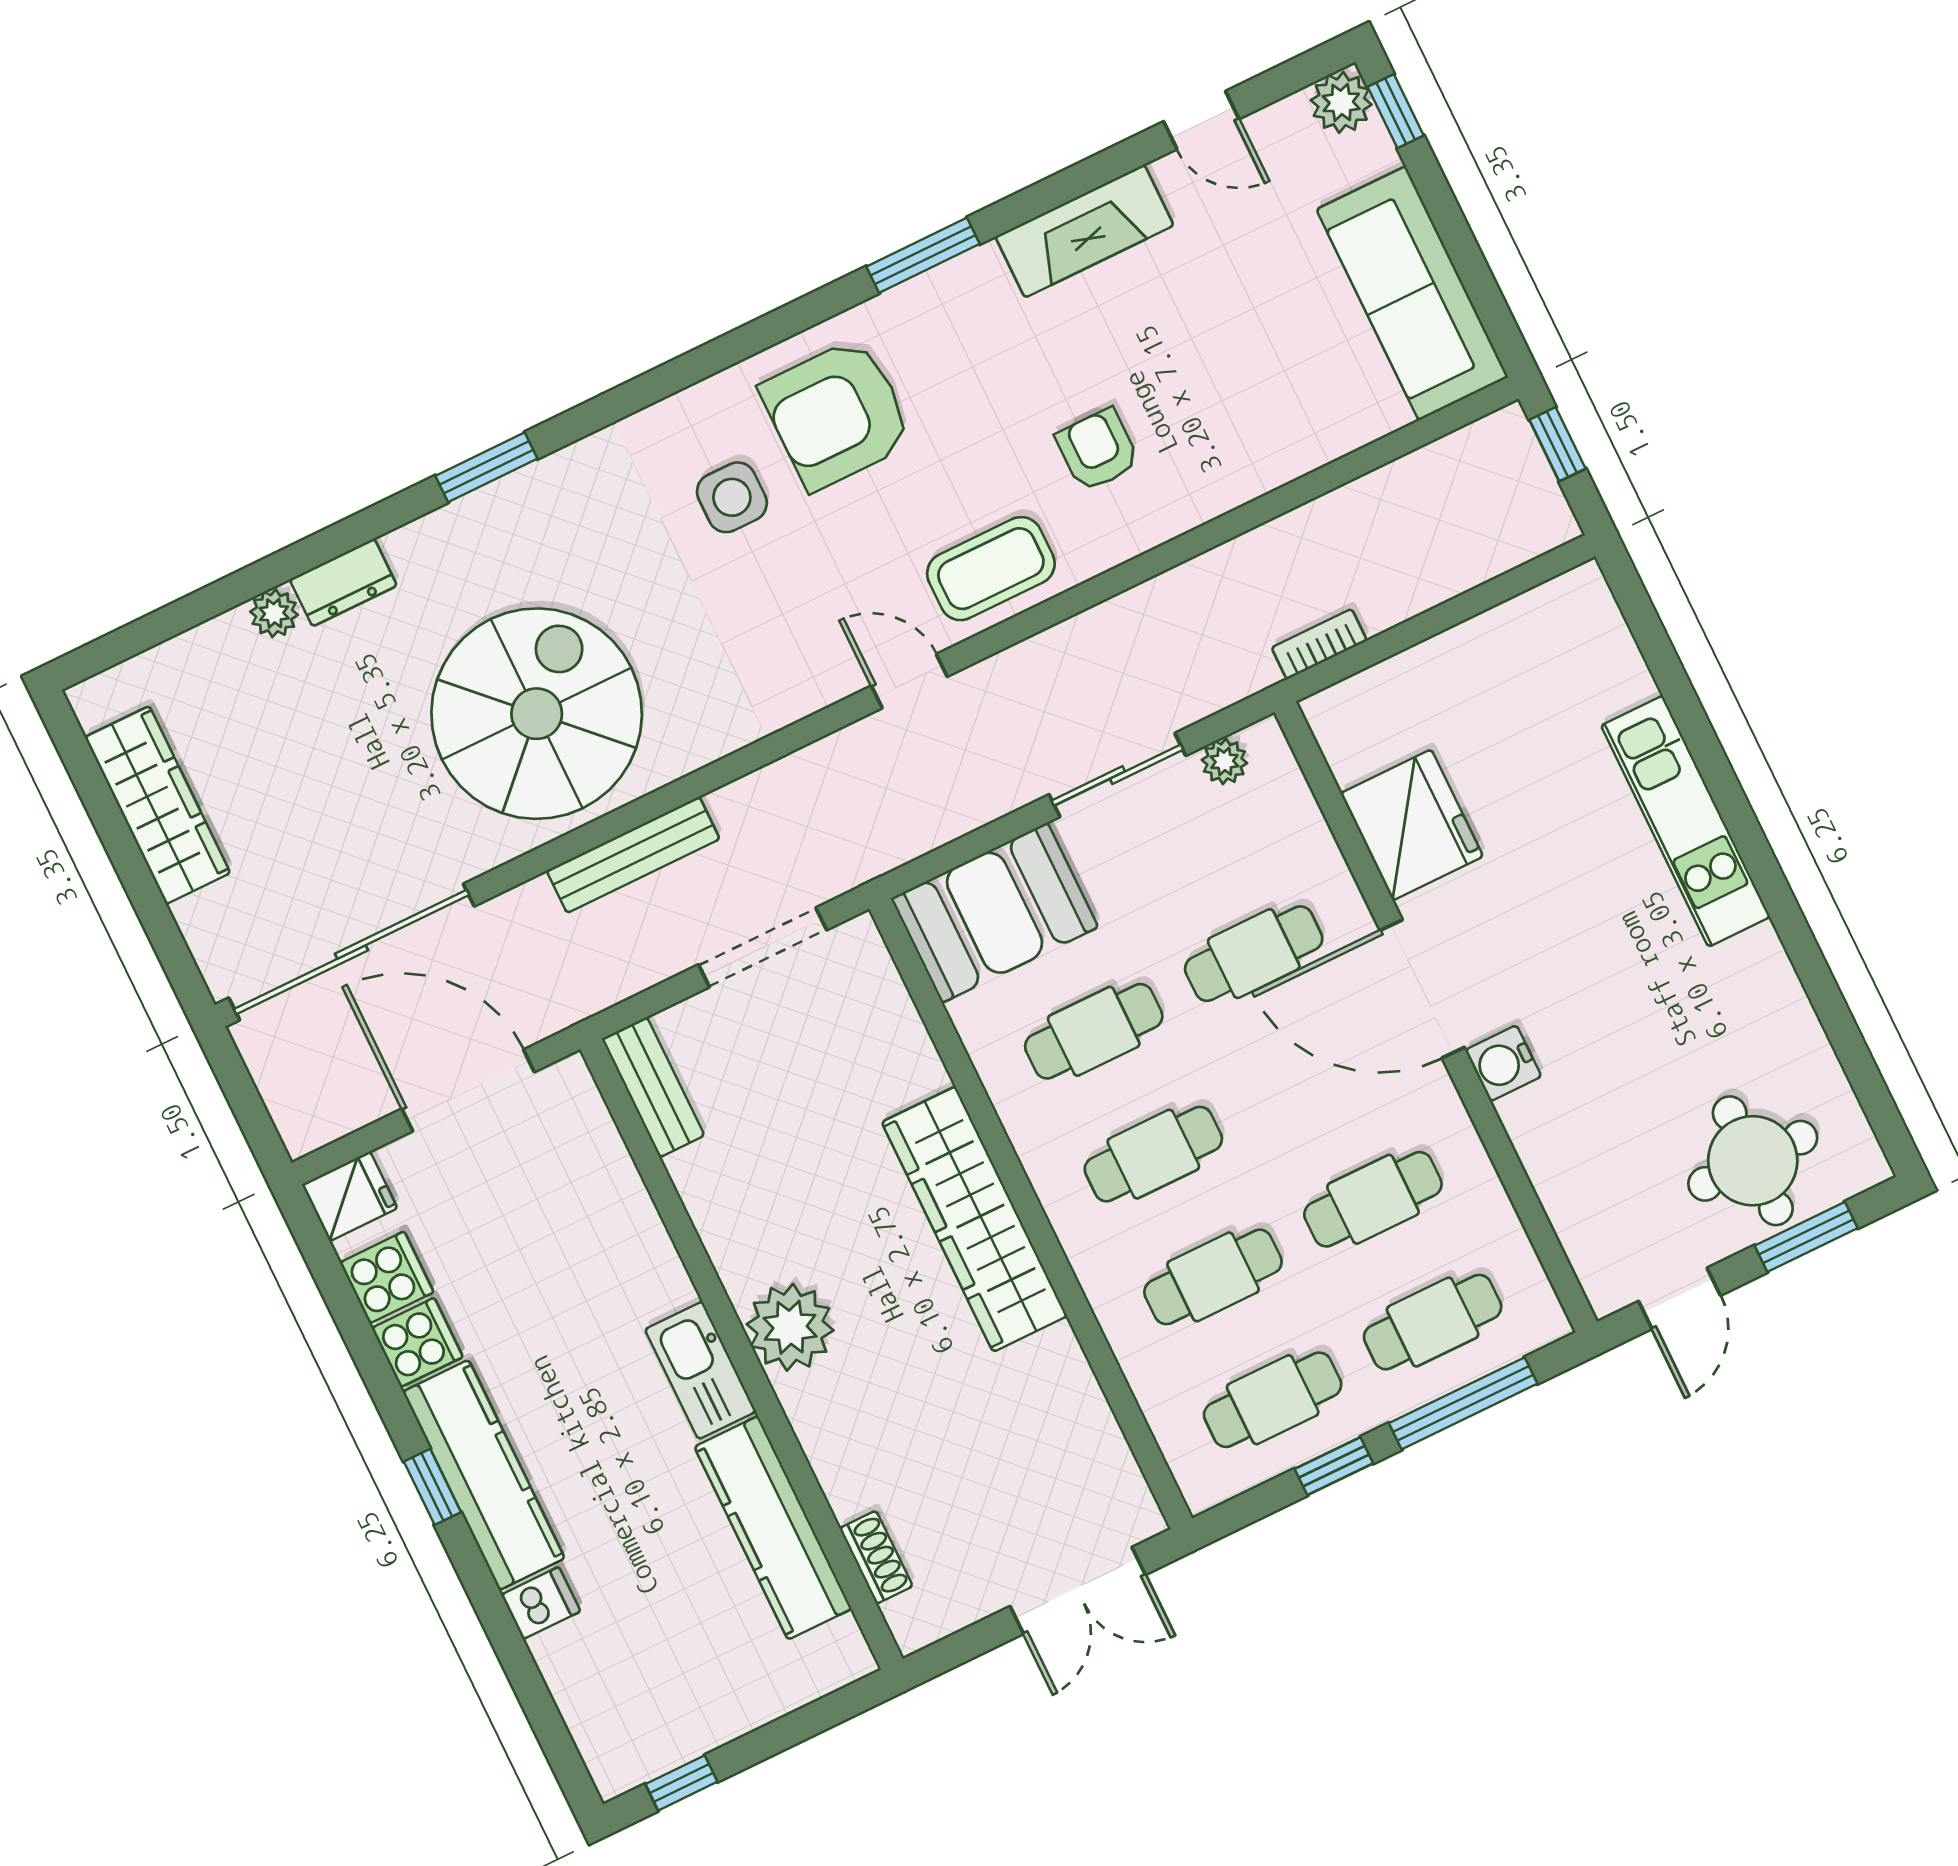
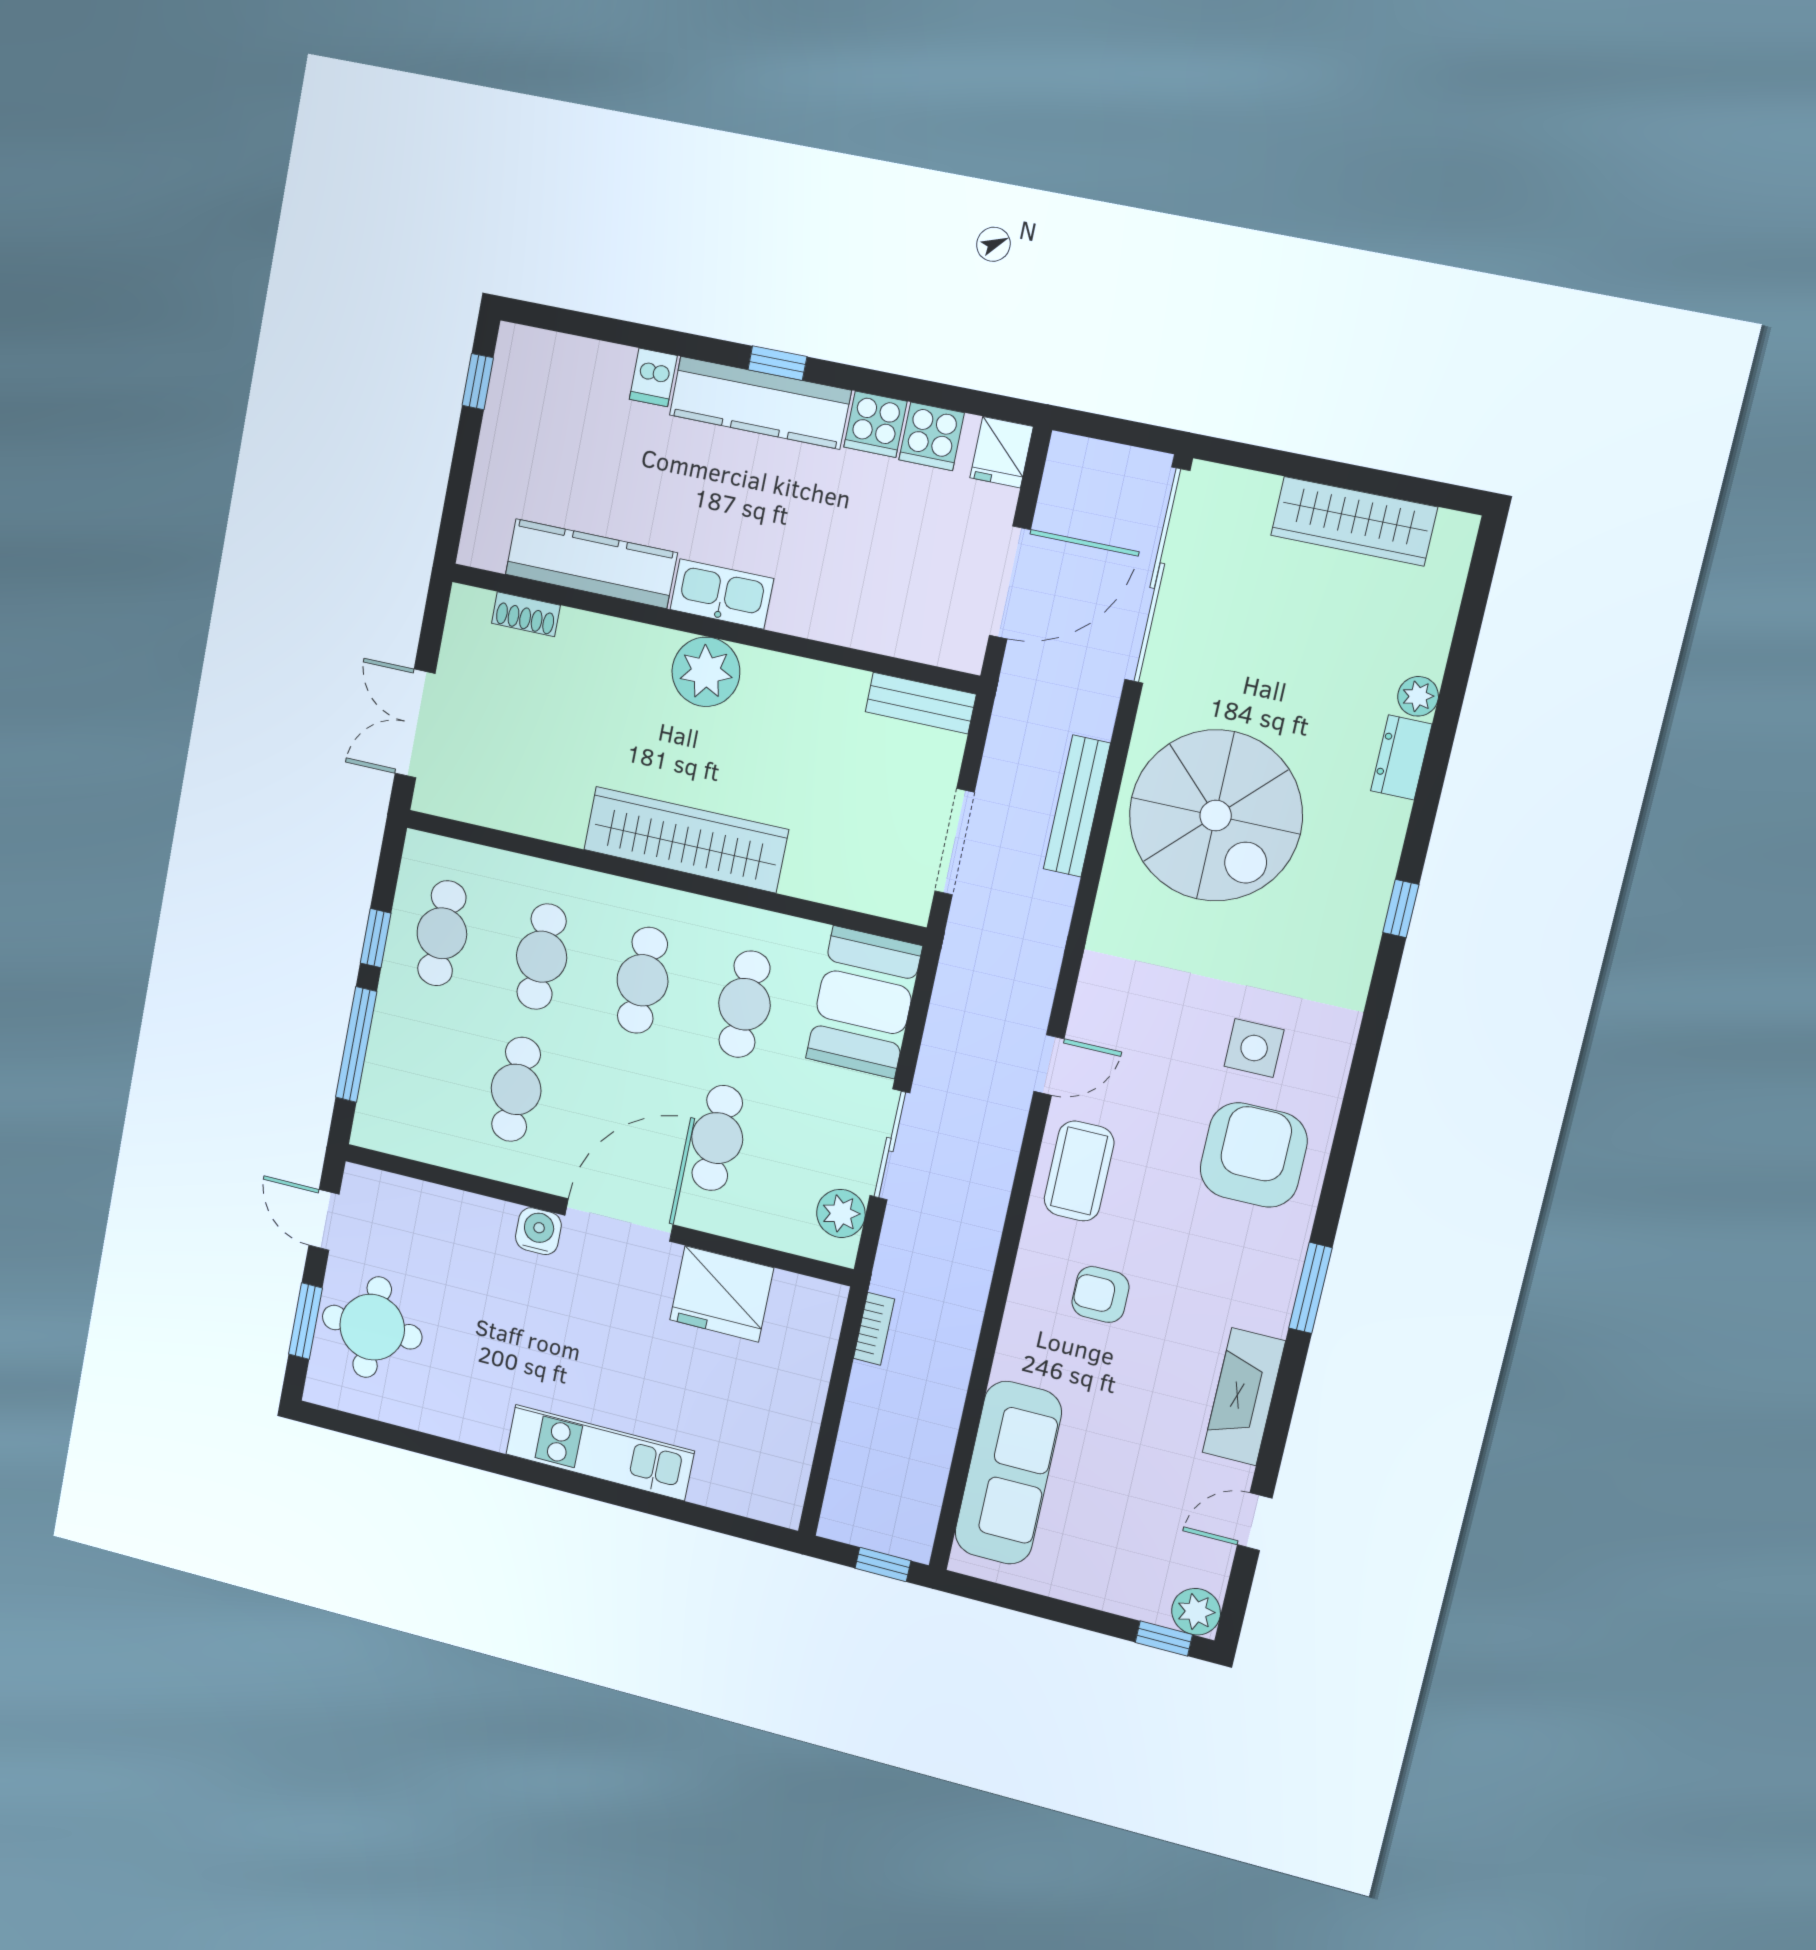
sofa: (1412, 293) -> (1008, 1473), moved, turned 90
armchair: (1098, 450) -> (1100, 1295), turned 180
window: (486, 467) -> (1401, 909), width x0.67
plant: (1224, 761) -> (841, 1213), width x1.38, depth x1.38
cafe table: (1433, 1322) -> (417, 1065), removed

